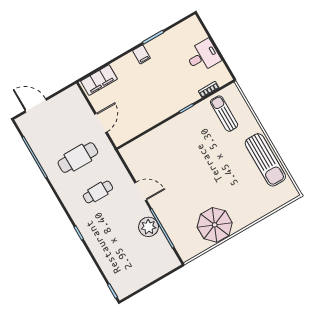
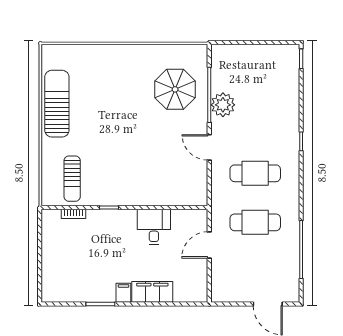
desk: (203, 56) -> (154, 227), moved, turned 90
filing cabinet: (99, 80) -> (152, 292), moved
cafe table: (98, 192) -> (255, 173), width x1.37, depth x1.35
parasol: (215, 225) -> (175, 89), moved

